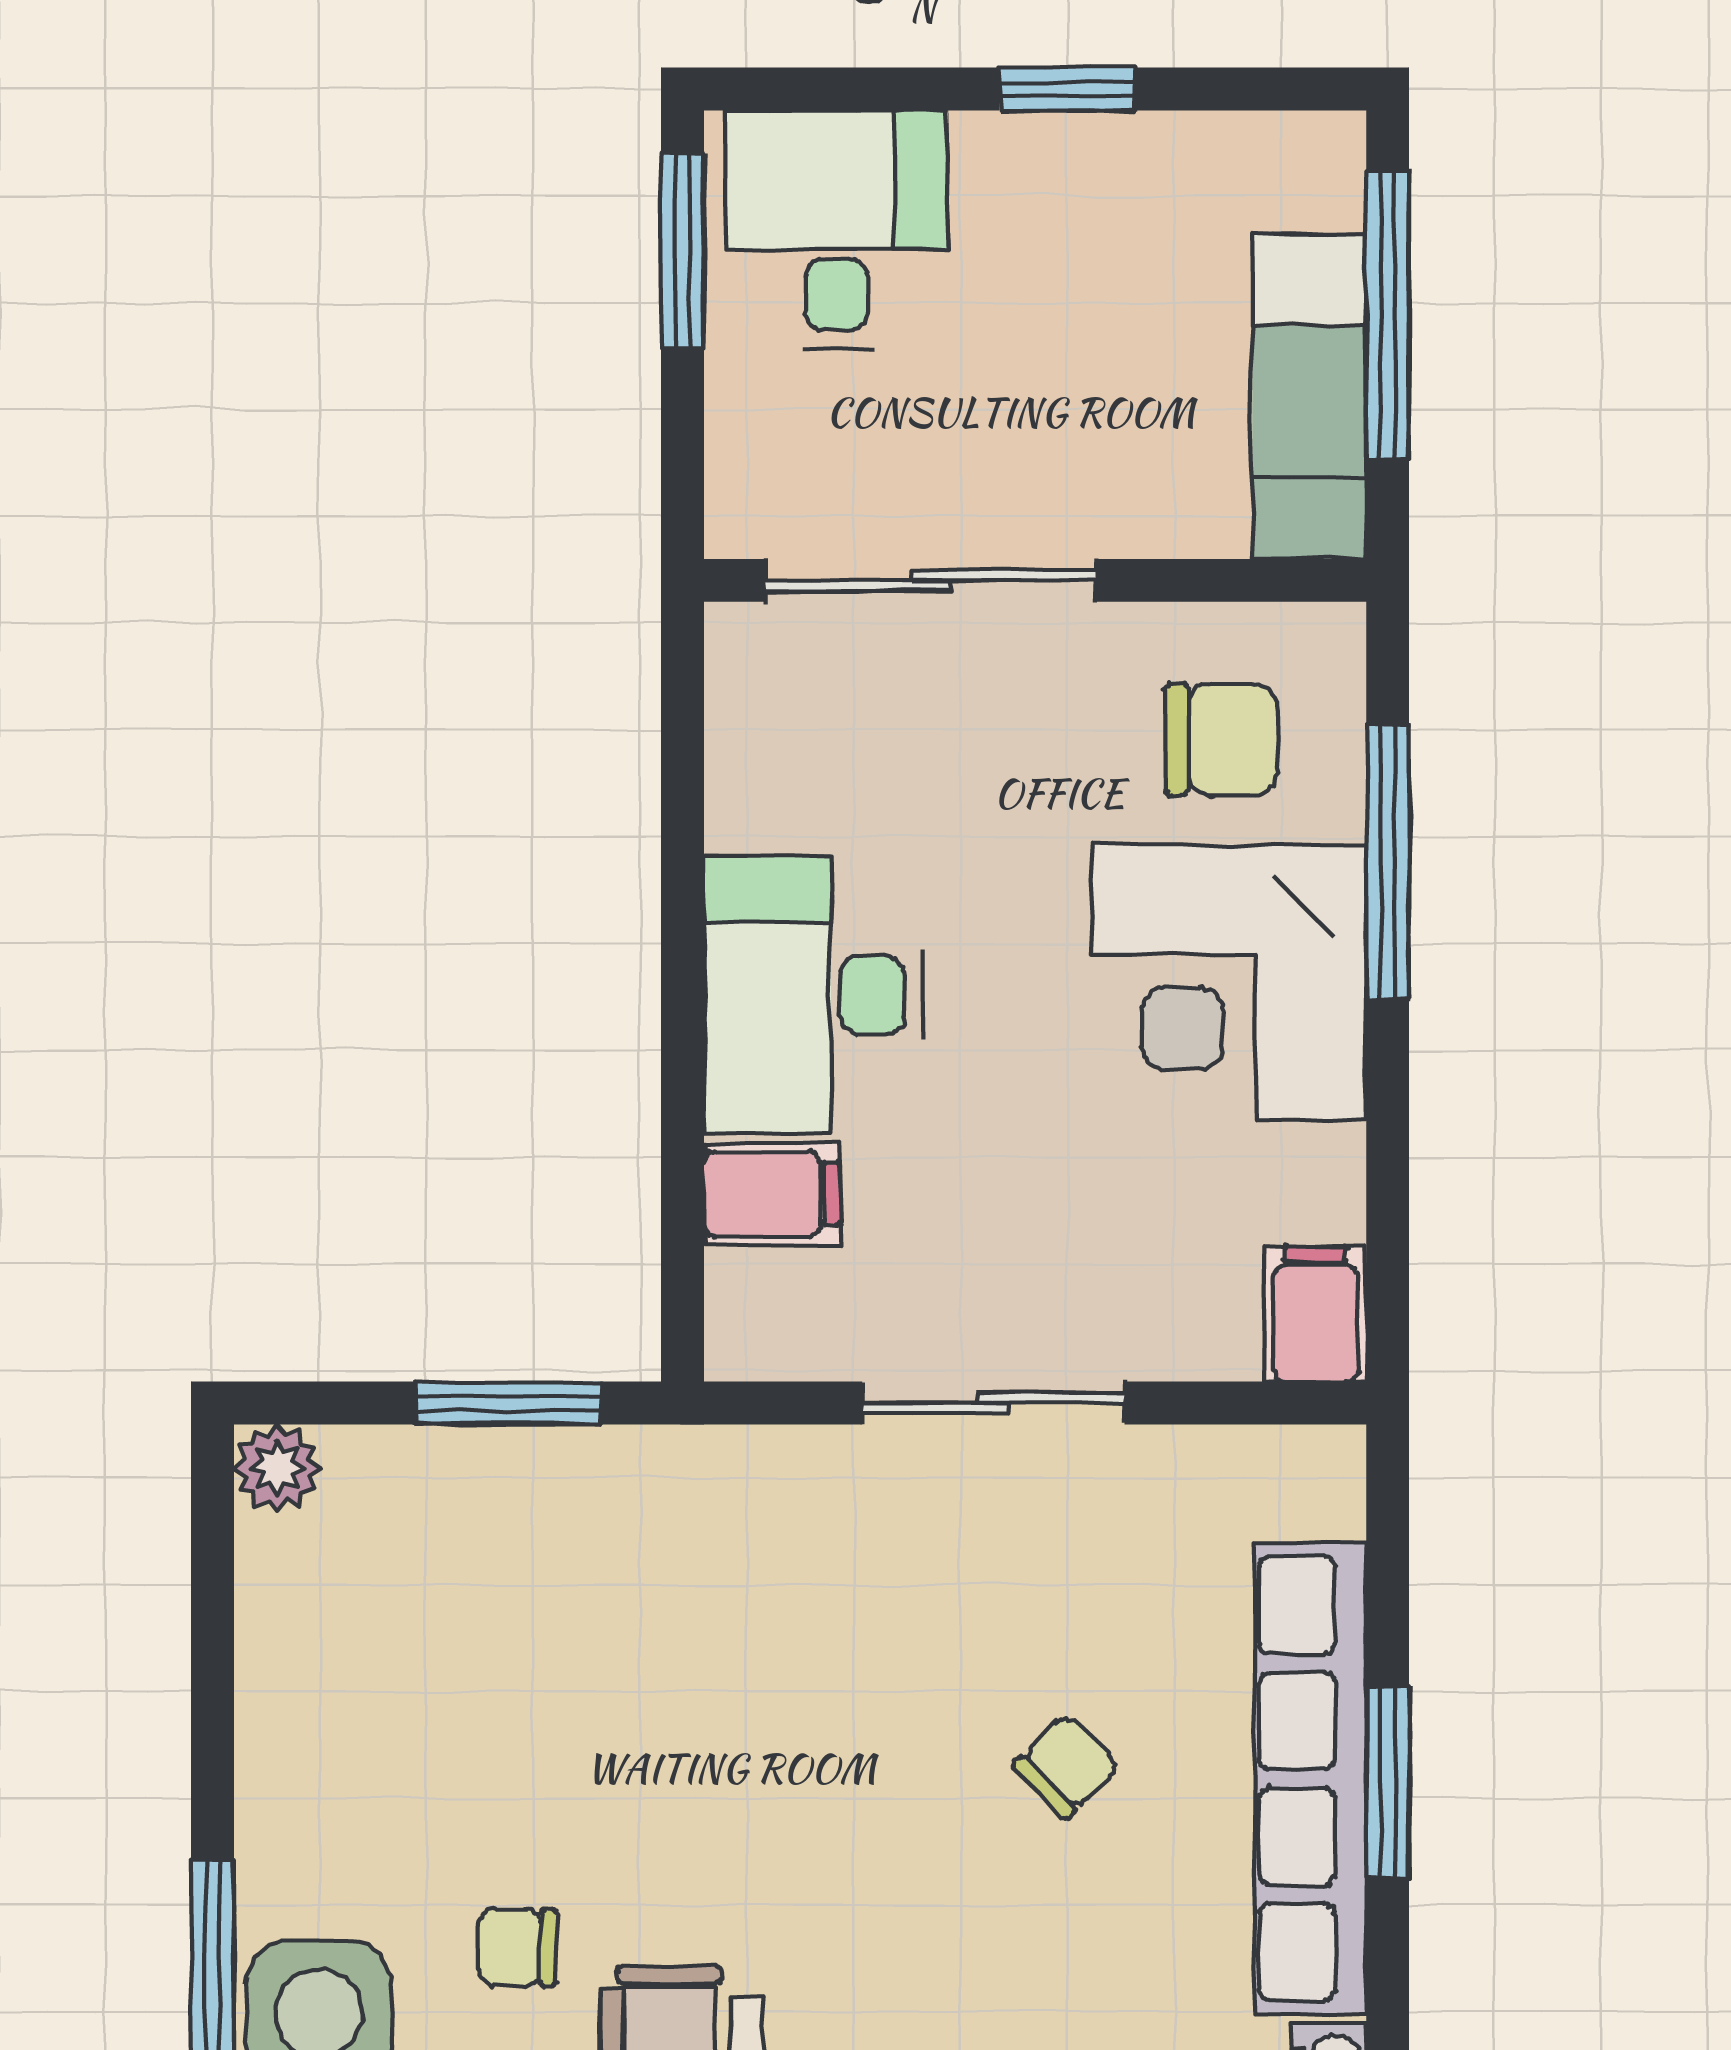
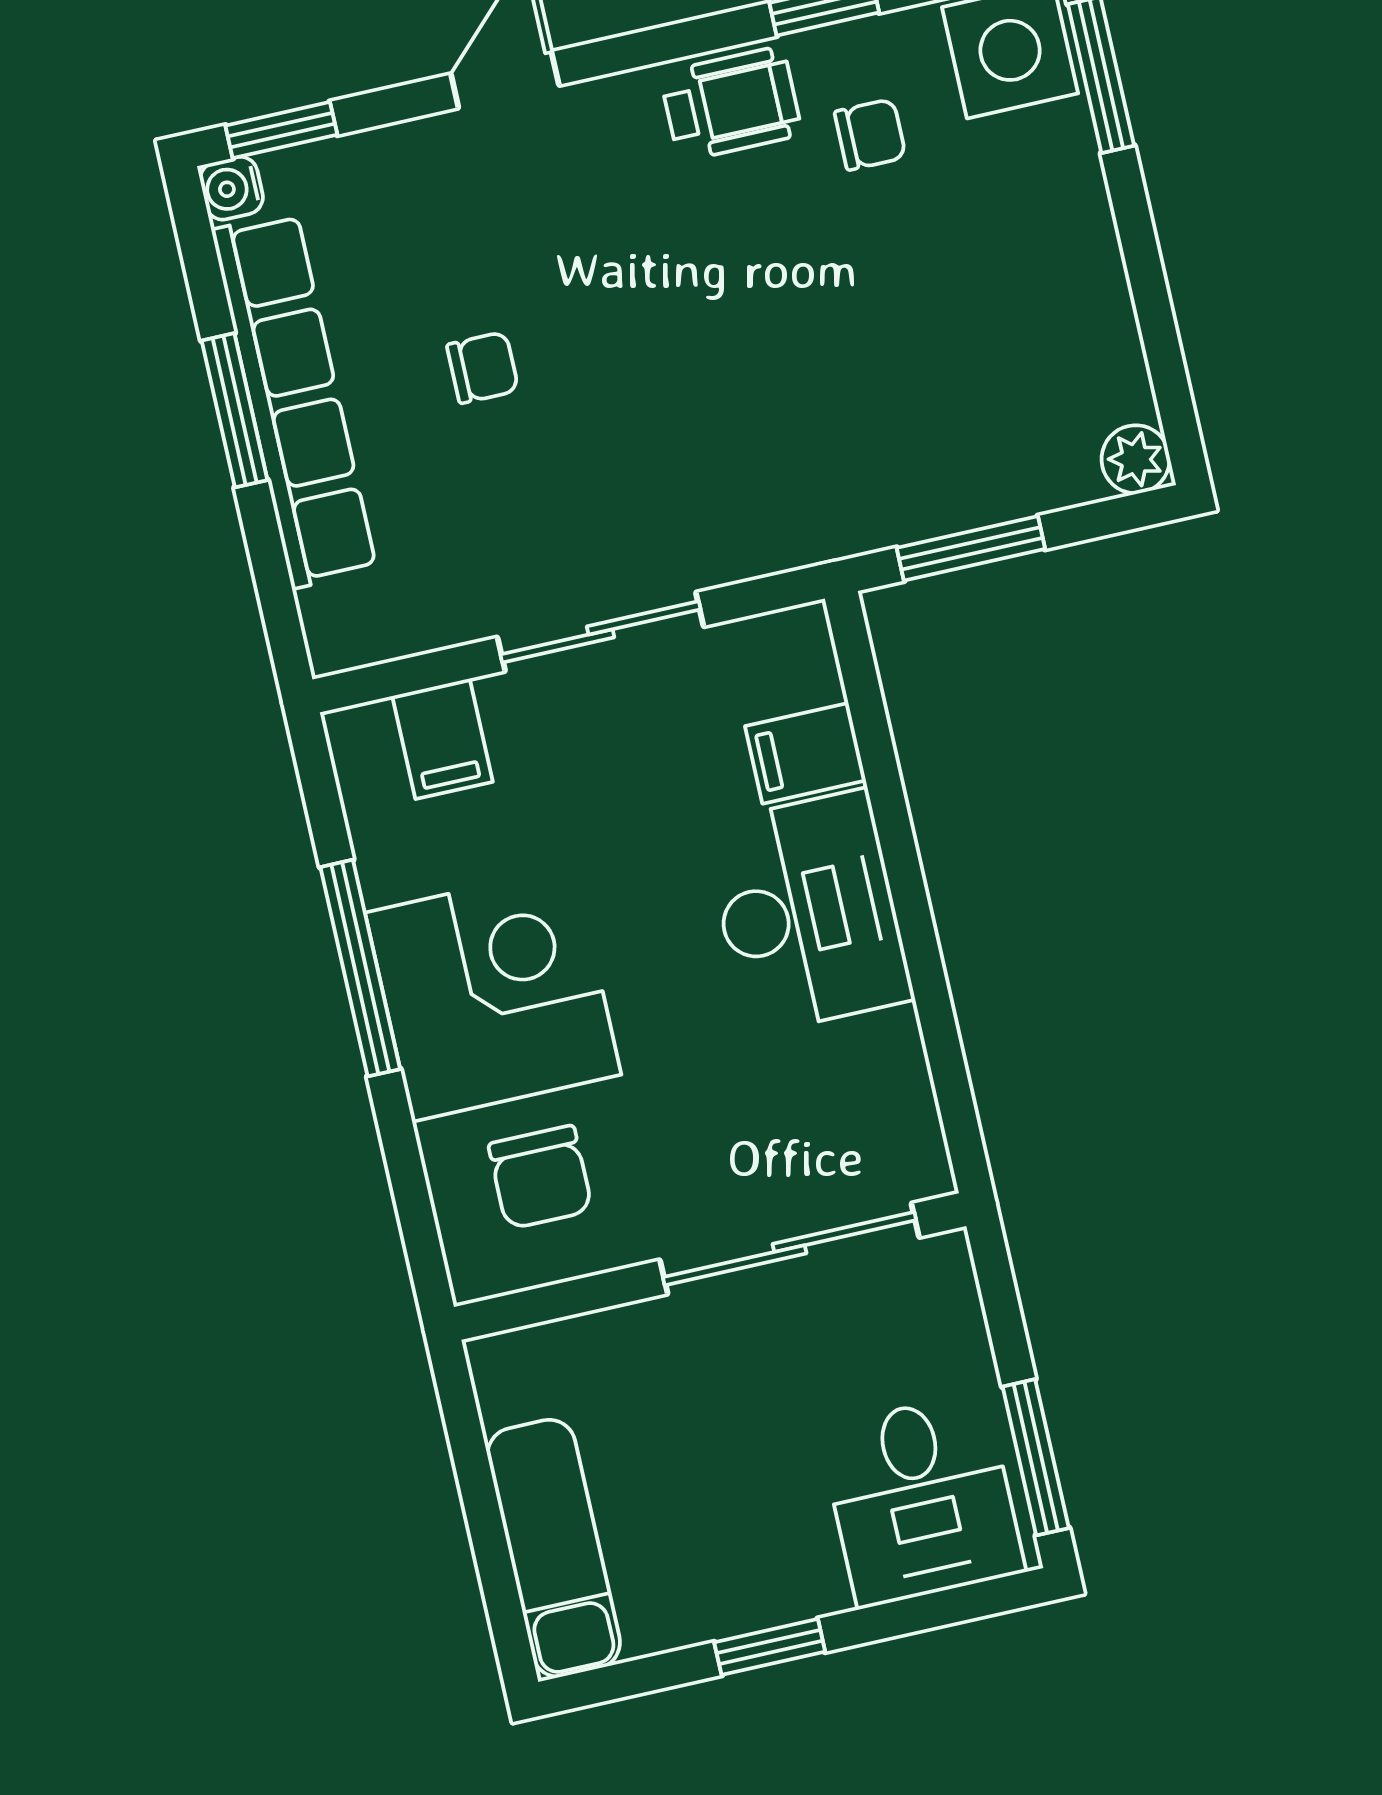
window: (1388, 315) -> (487, 1530), removed
exam couch: (1309, 397) -> (554, 1548), moved
chair: (1222, 739) -> (540, 1177), turned -90
window: (1388, 862) -> (360, 968), moved
filing cabinet: (1315, 1314) -> (442, 739), moved
chair: (1066, 1766) -> (483, 368), turned -135

